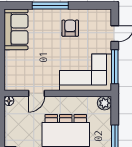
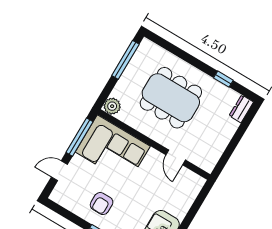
door: (37, 93) -> (176, 157), swing flipped
floor lamp: (9, 101) -> (208, 167), removed

